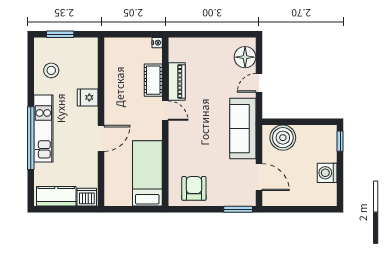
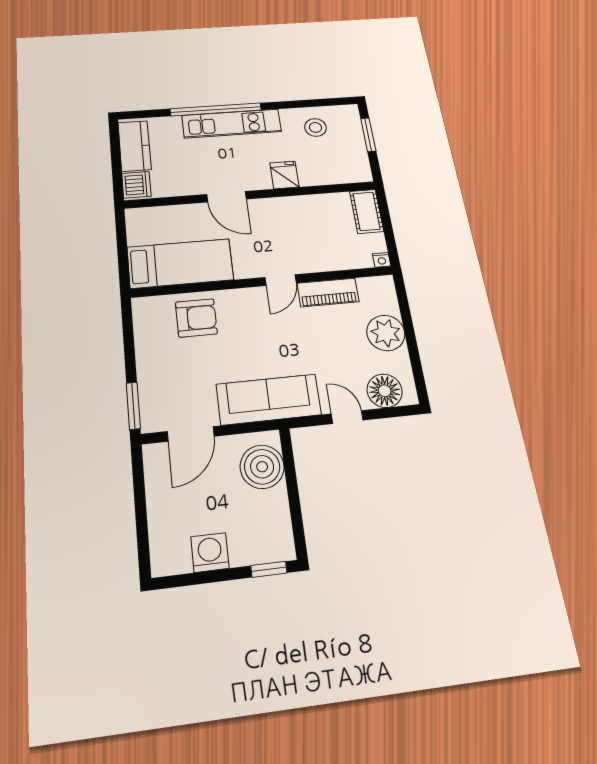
plant: (208, 49) -> (386, 333), added
cot: (153, 80) -> (367, 211), moved, turned 90
armchair: (194, 188) -> (196, 318), moved

